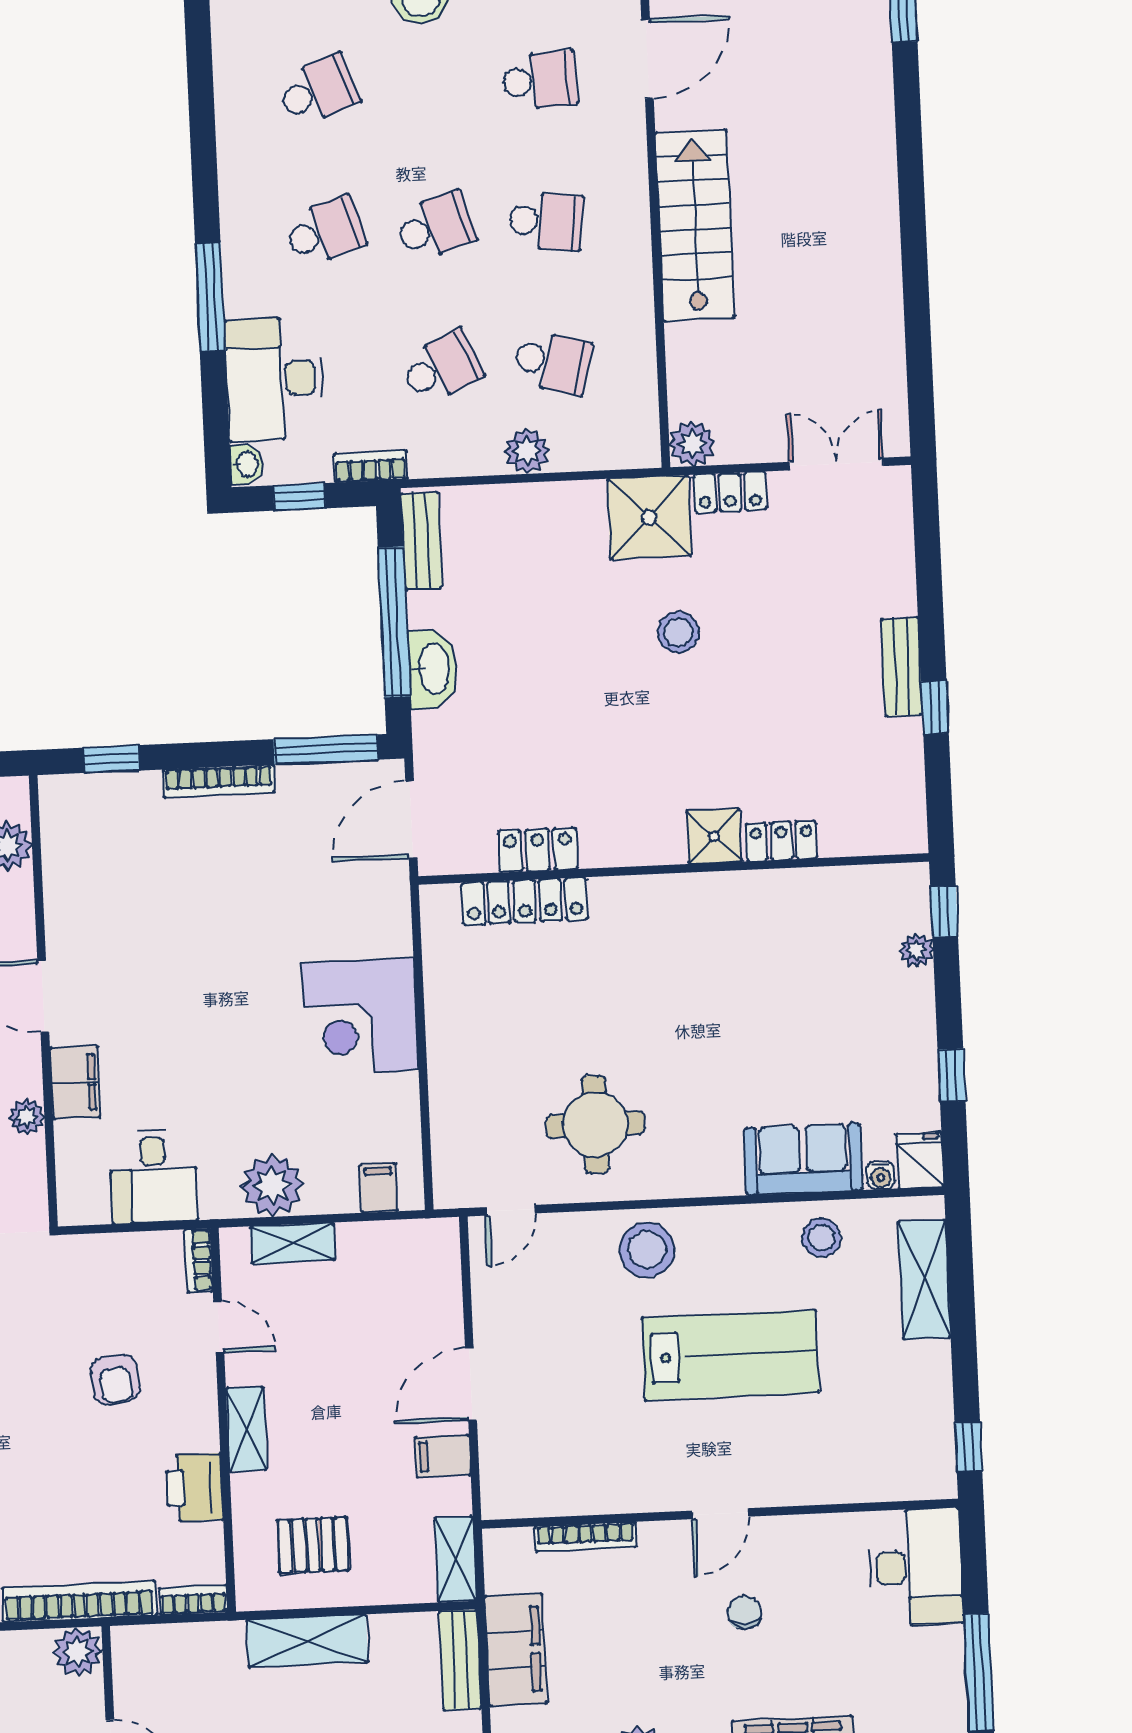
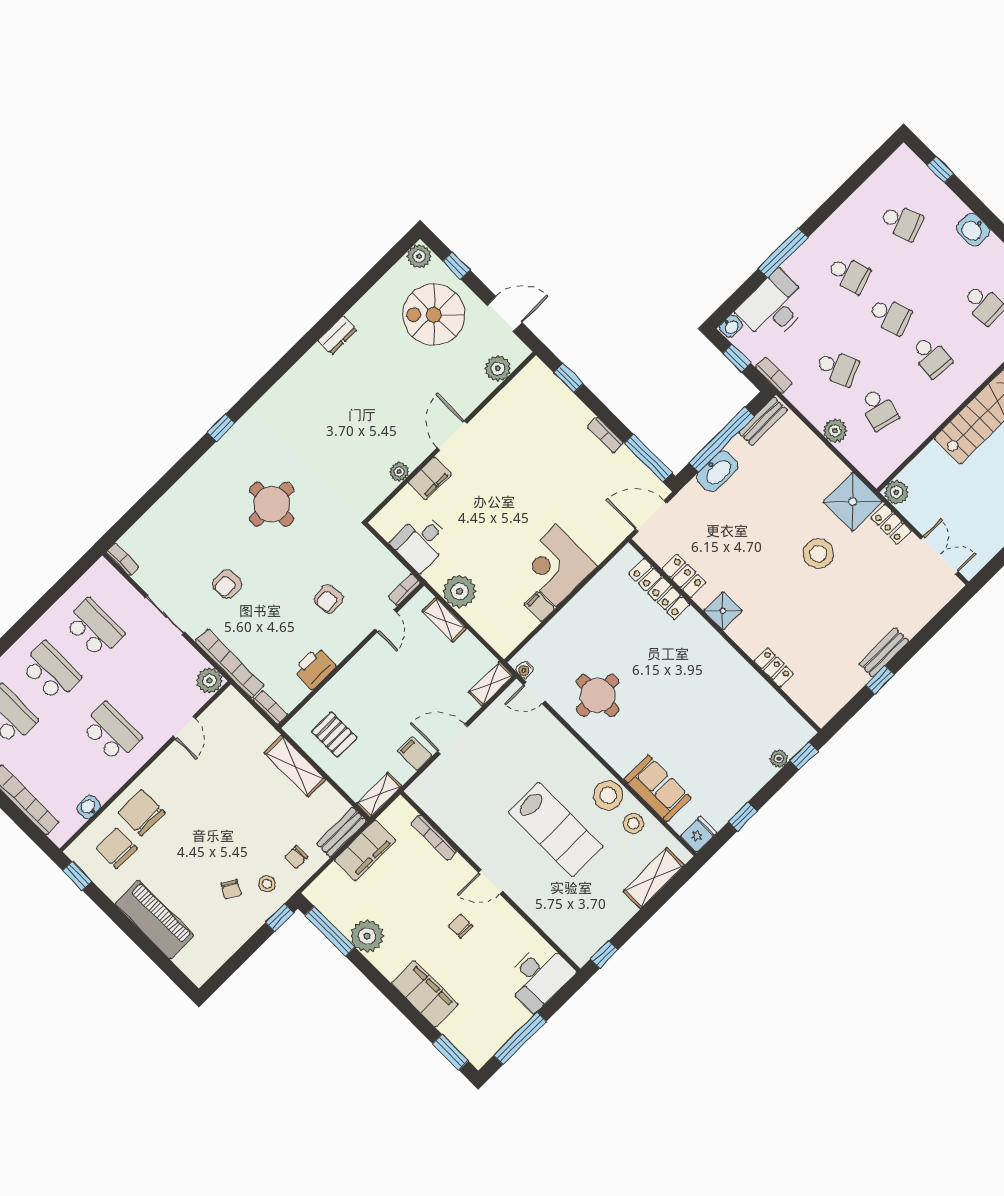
stool: (678, 632) -> (818, 554), width x1.38, depth x1.38
bookcase: (219, 781) -> (605, 435), width x0.64
shower: (714, 836) -> (723, 611), moved
water cooler: (881, 1175) -> (525, 670), moved
filing cabinet: (379, 1188) -> (539, 606), moved, turned -90
stool: (647, 1250) -> (608, 795), moved
shelving: (247, 1429) -> (491, 684), moved
chair: (744, 1612) -> (461, 926), turned -90

